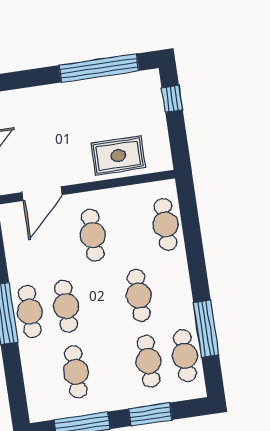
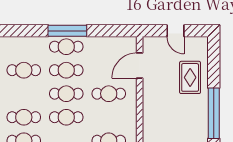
rug: (118, 156) -> (190, 77), moved
door: (42, 194) -> (140, 66), hinge flipped
cafe table: (102, 301) -> (66, 94), added

